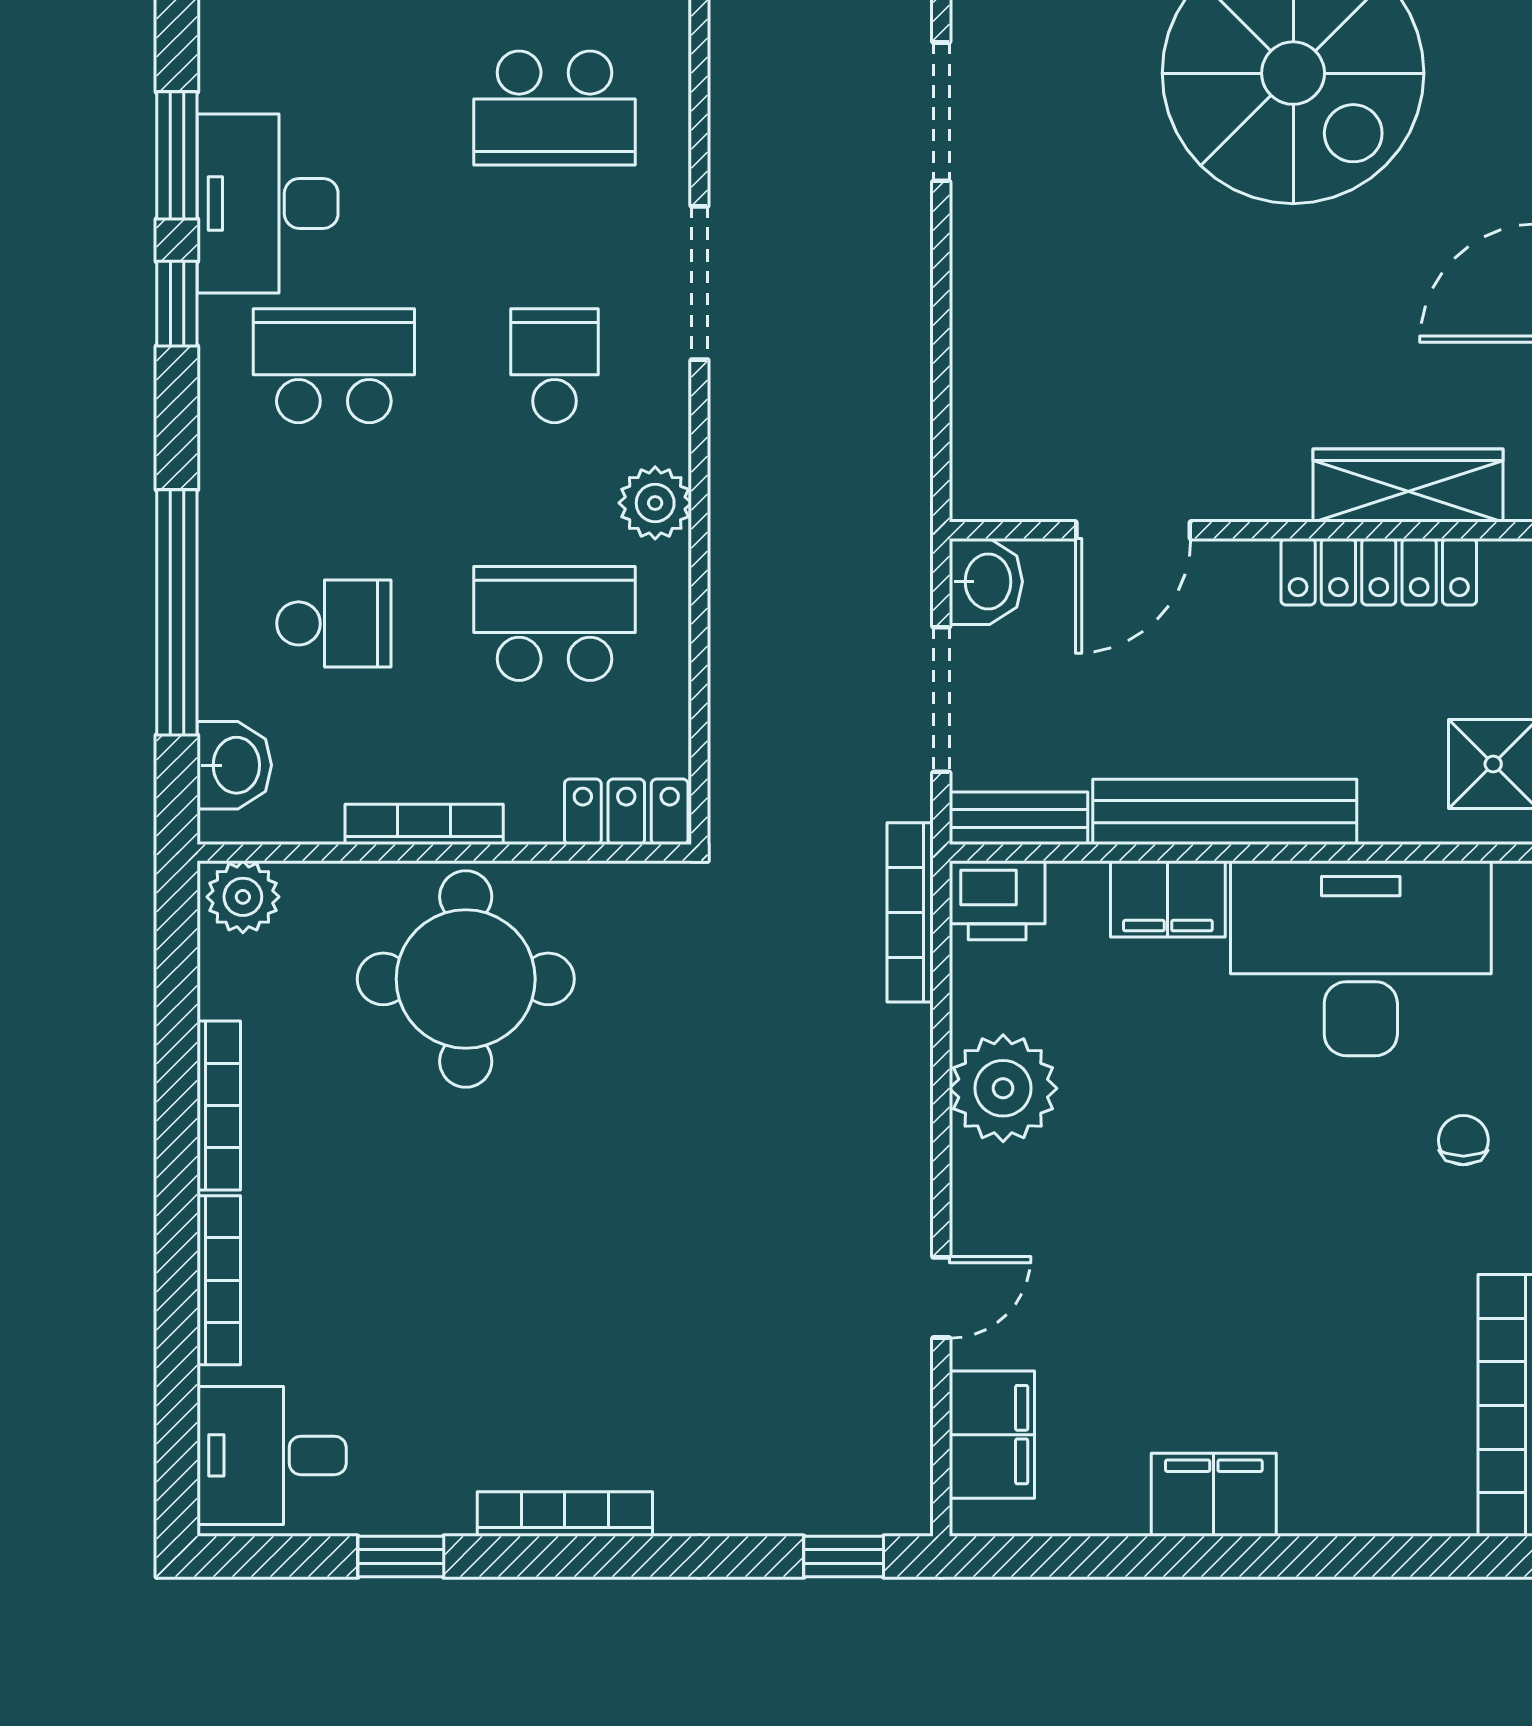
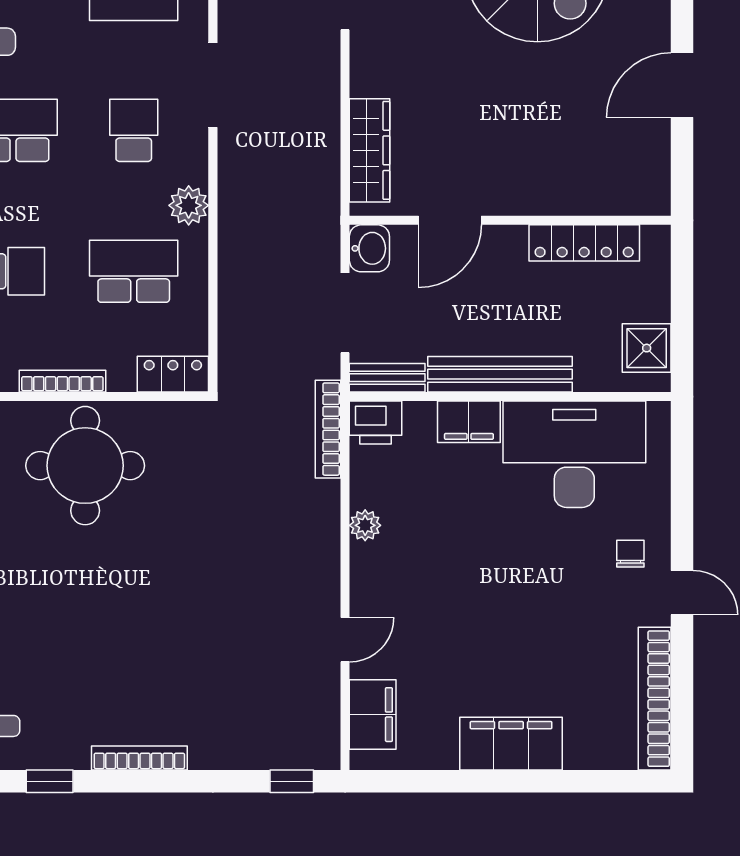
wardrobe: (1408, 486) -> (369, 150), moved, turned 90
plant: (1003, 1088) -> (365, 525), width x0.53, depth x0.53
filing cabinet: (1214, 1495) -> (511, 744), width x1.50, depth x1.17

